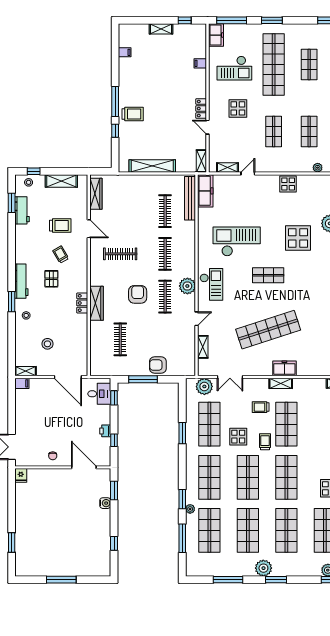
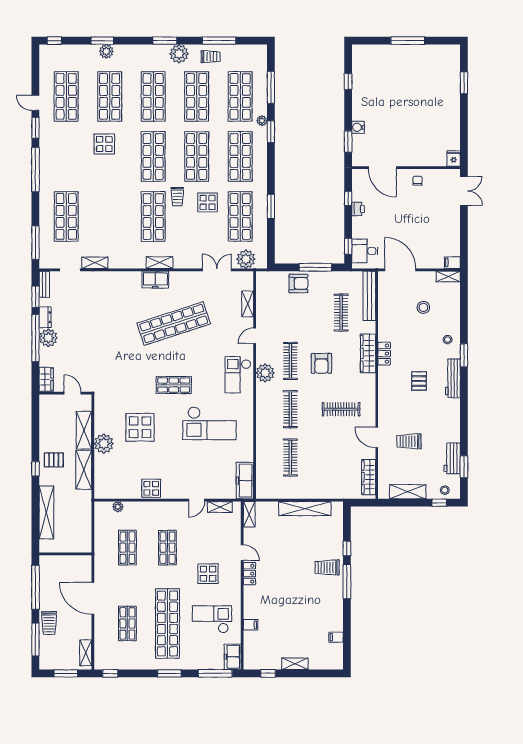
bench: (190, 198) -> (369, 296), moved
trolley: (61, 255) -> (408, 408), removed
trolley: (261, 407) -> (211, 57), moved

